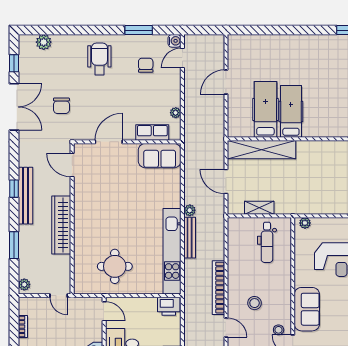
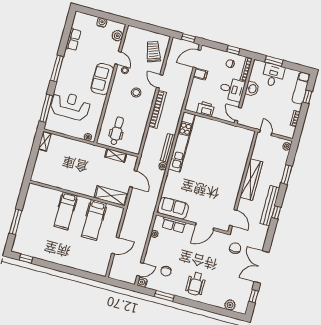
chair: (61, 106) -> (235, 248), moved
hospital bed: (291, 111) -> (66, 211), moved
shelving: (261, 150) -> (111, 196), width x0.68
round table: (115, 266) -> (223, 142), removed
printer: (169, 306) -> (205, 109), moved

